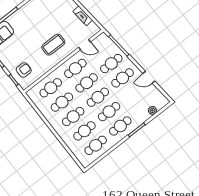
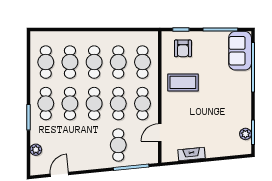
coffee table: (53, 45) -> (183, 82), moved, turned 90
door: (149, 77) -> (59, 174), moved
cafe table: (123, 78) -> (94, 145), removed

